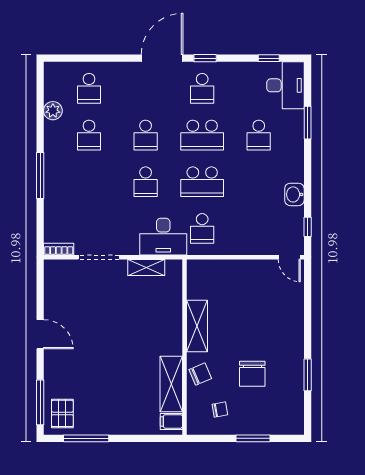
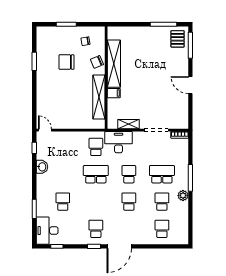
plant: (53, 111) -> (183, 195), moved
school desk: (202, 135) -> (162, 174), moved
shelving: (197, 326) -> (99, 97), width x1.47
chair: (252, 374) -> (66, 62), turned -90
shelving: (171, 384) -> (114, 64), width x1.47
filing cabinet: (171, 421) -> (114, 93), moved

